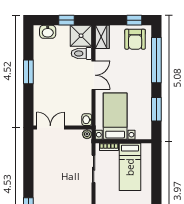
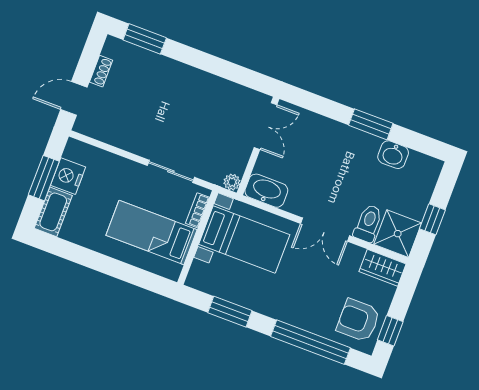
washbasin: (48, 32) -> (393, 155), moved, turned -90
washbasin: (87, 120) -> (266, 191), width x1.91, depth x1.45

